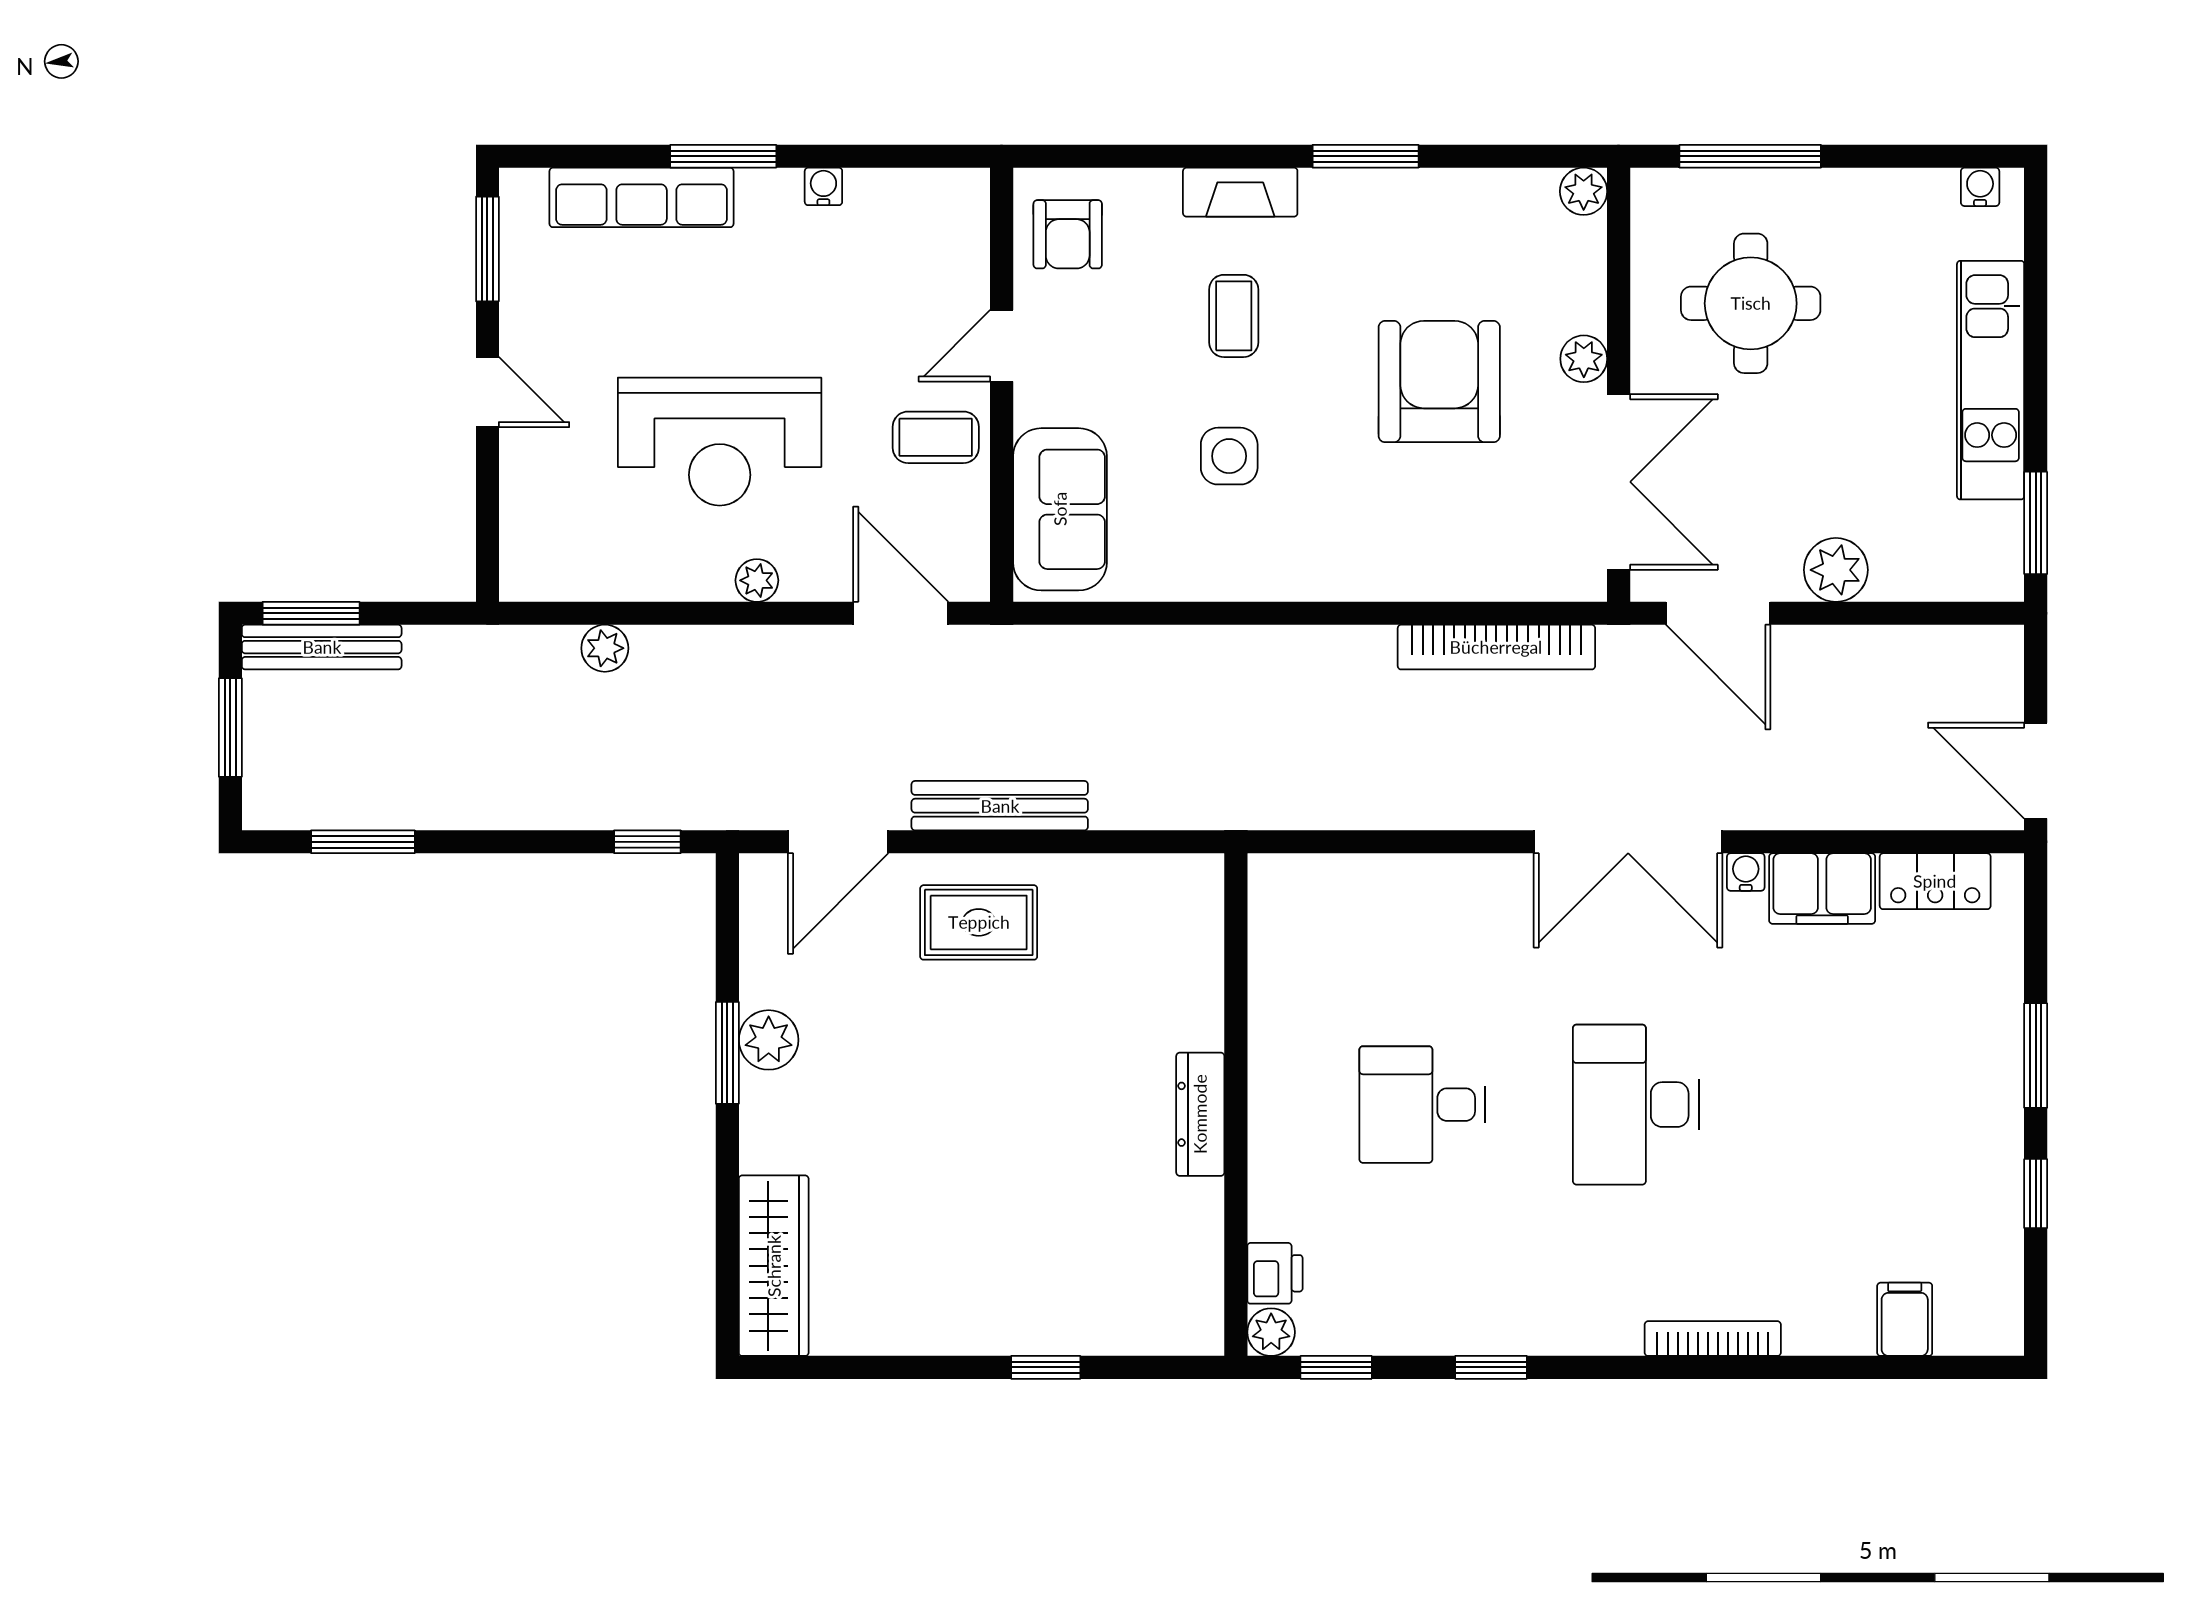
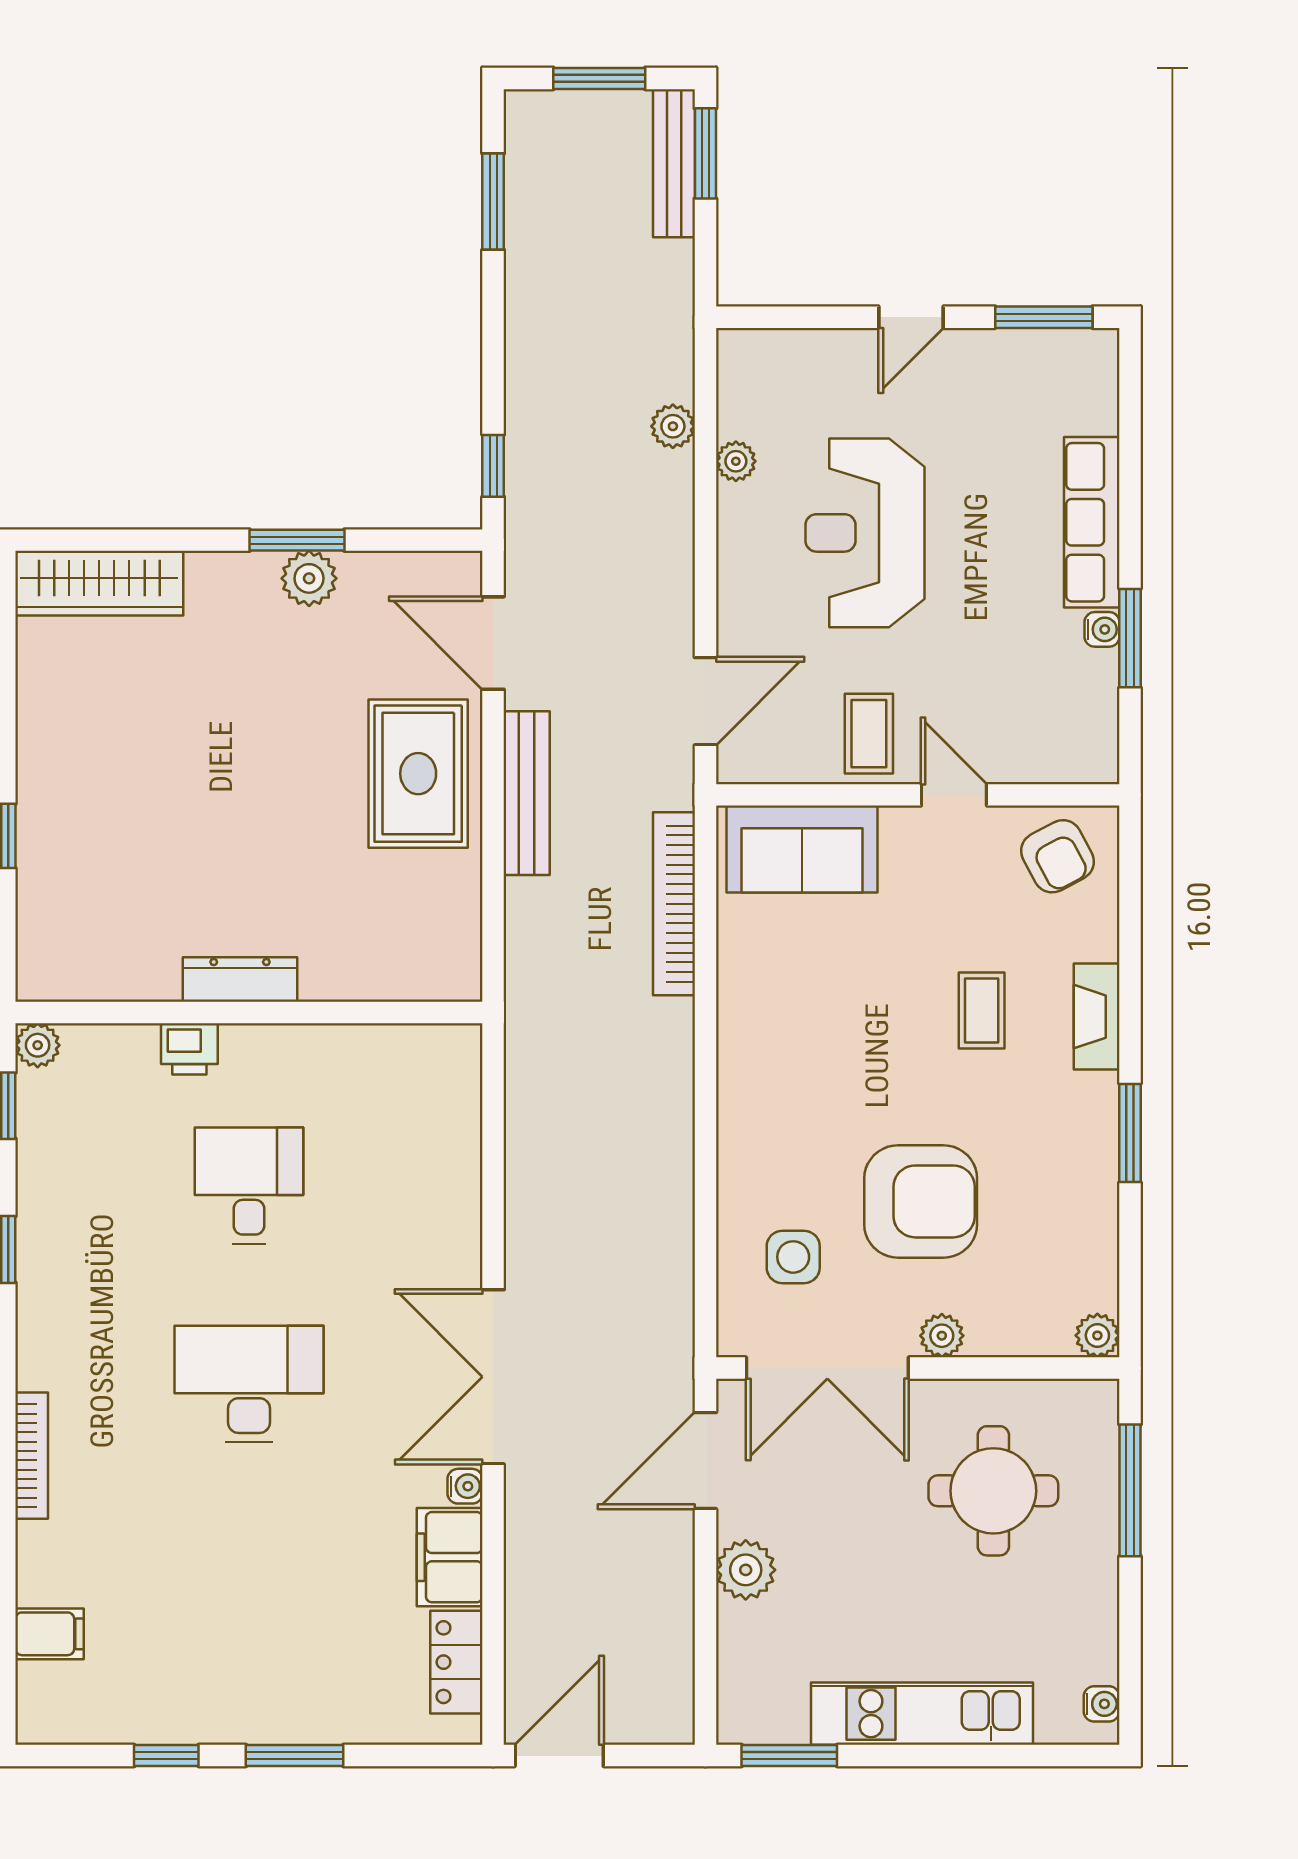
window: (723, 156) -> (1130, 638), moved
row of seats: (642, 197) -> (1092, 522), moved
armchair: (1068, 234) -> (1058, 856), turned -118
coffee table: (1234, 316) -> (982, 1011), turned 90
side table: (1229, 456) -> (793, 1257), moved
plant: (757, 580) -> (736, 461), moved
bookcase: (1496, 647) -> (674, 904), moved
rug: (979, 922) -> (418, 774), width x1.36, depth x1.43
printer: (1275, 1273) -> (189, 1049), moved

